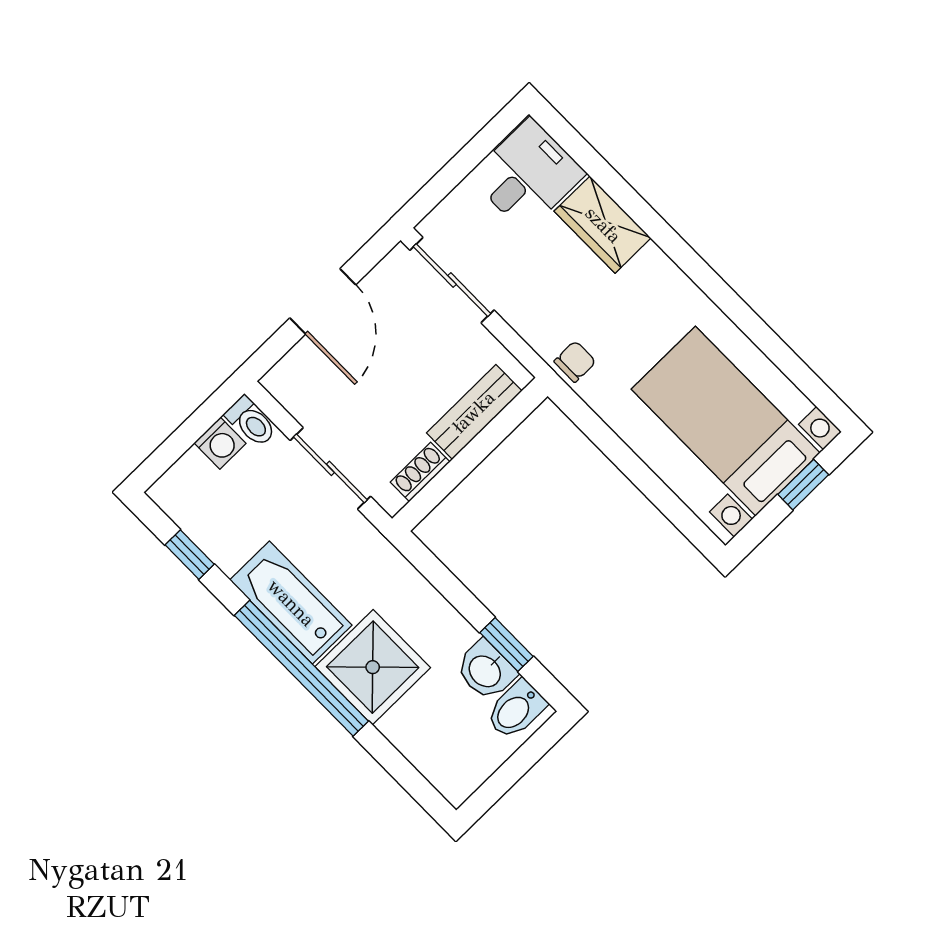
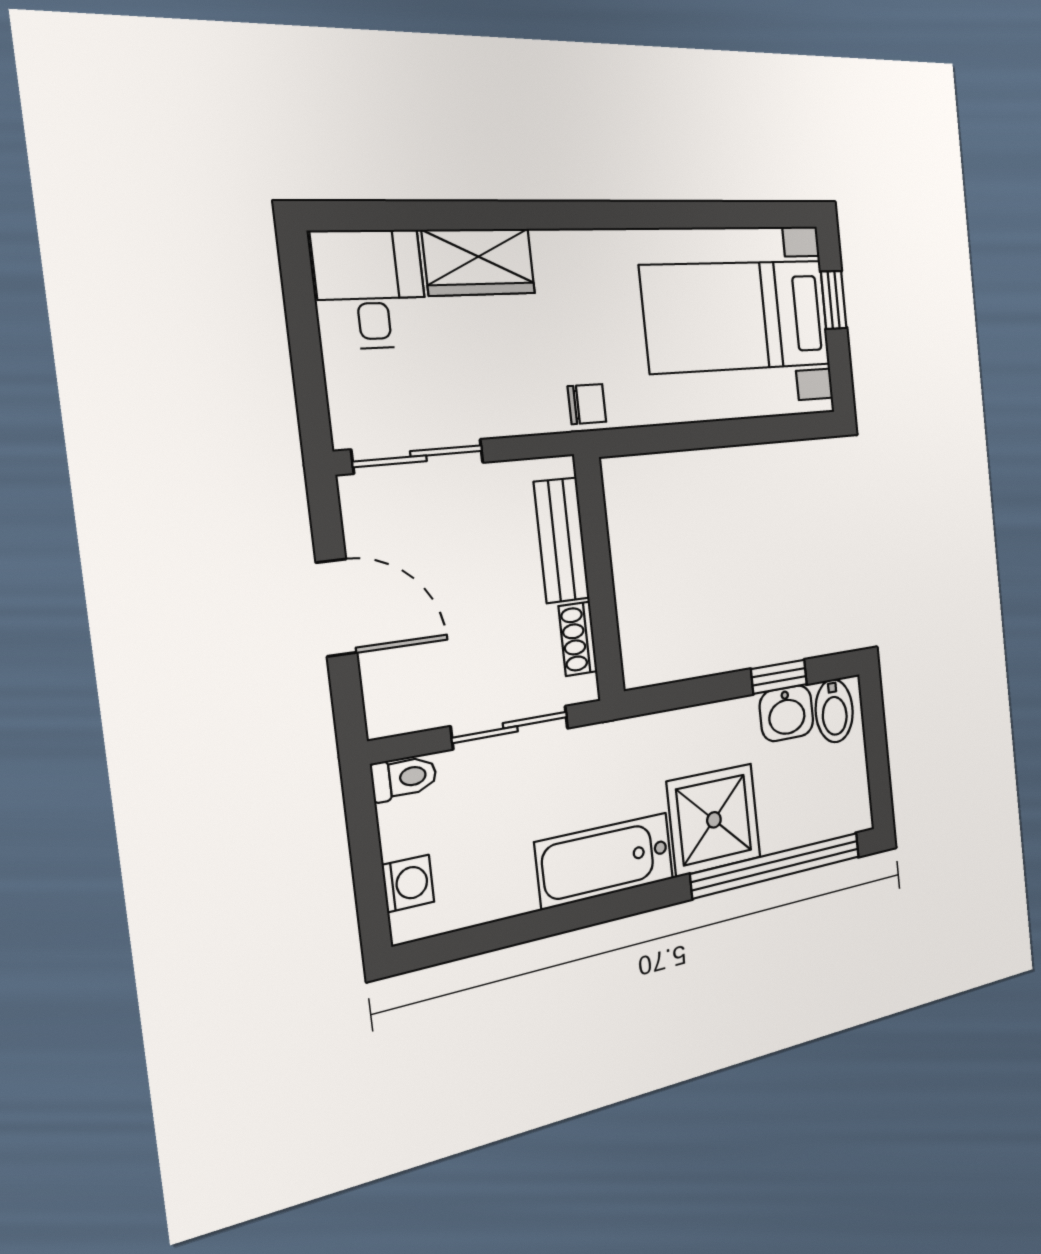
chair: (575, 362) -> (587, 404), turned 90
washing machine: (220, 443) -> (408, 883), moved
window: (190, 555) -> (488, 937), removed
window: (301, 668) -> (777, 865), moved

